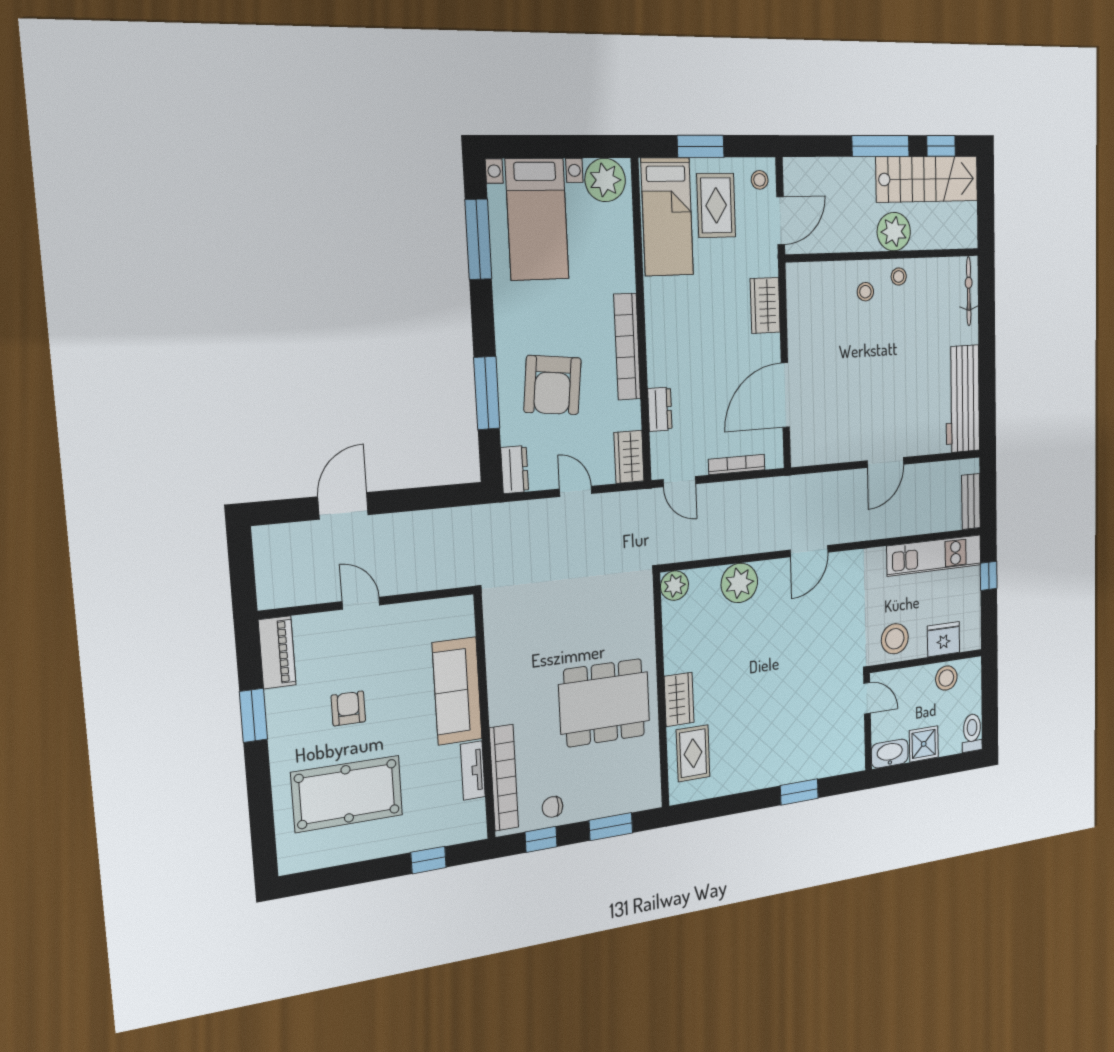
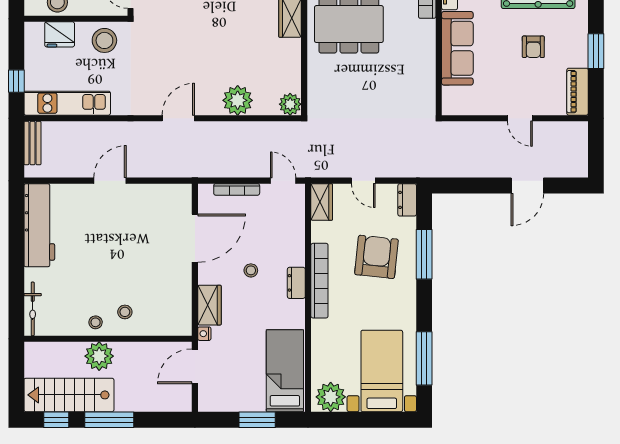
stool: (760, 180) -> (251, 270), moved
rug: (716, 205) -> (246, 378), removed
nightstand: (770, 266) -> (204, 334), added
dresser: (660, 409) -> (296, 283), moved

